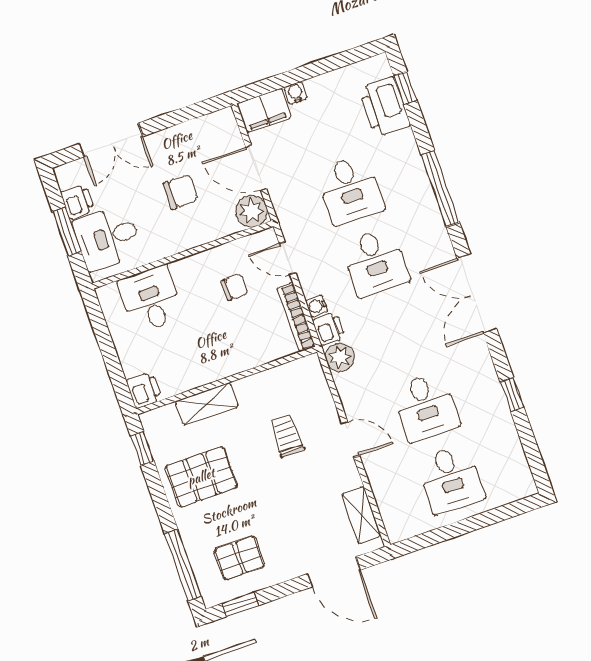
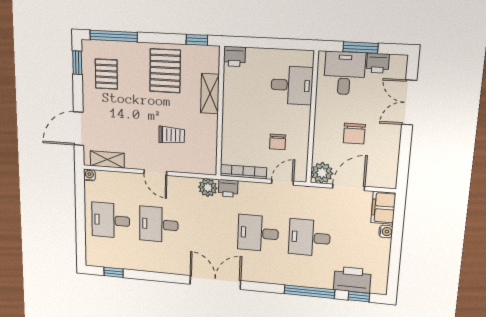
window: (440, 189) -> (309, 292), moved
water cooler: (317, 306) -> (89, 175), moved
window: (512, 395) -> (114, 272), moved
door: (351, 439) -> (155, 173), hinge flipped

